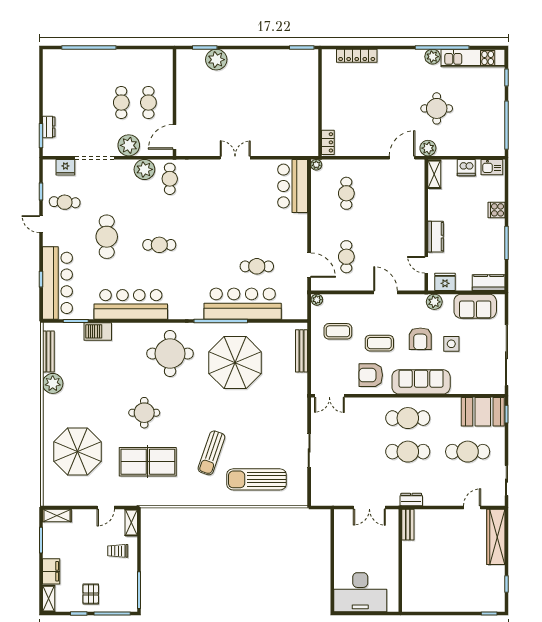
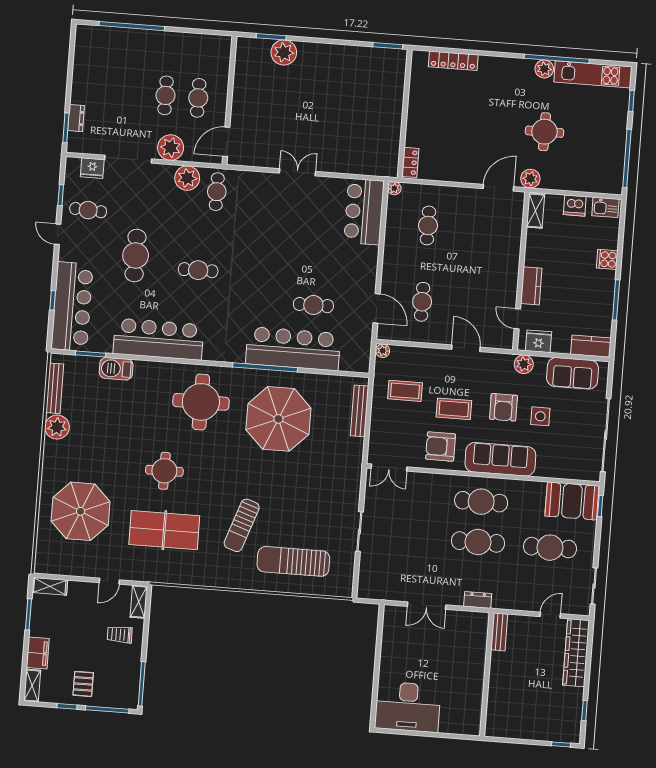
bench: (408, 525) -> (499, 632), moved
wall: (400, 560) -> (487, 674), moved

